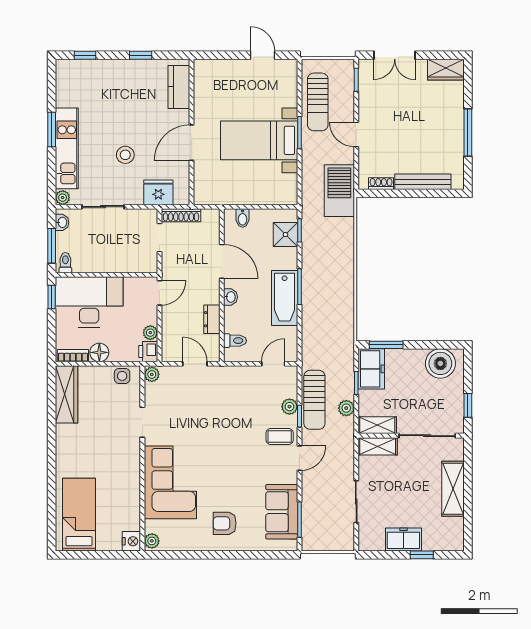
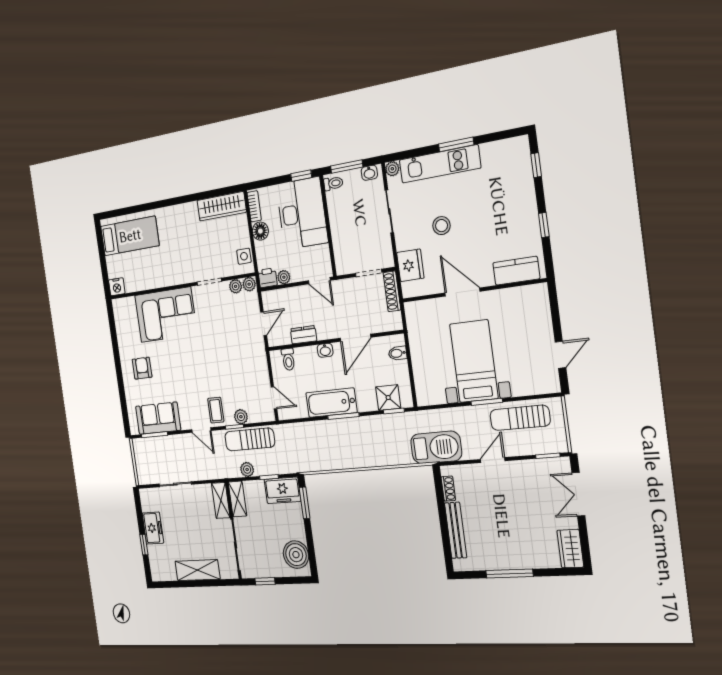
plant: (152, 541) -> (236, 286), moved

